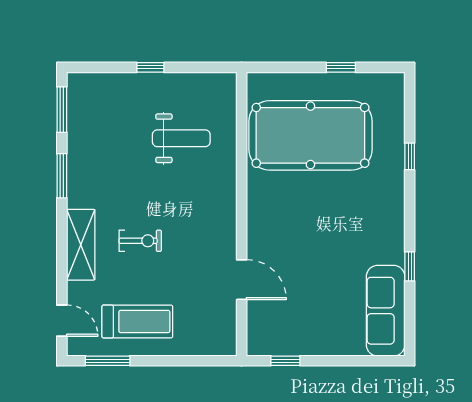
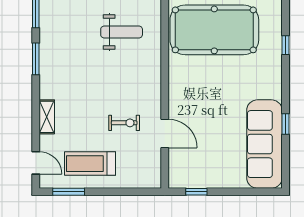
exercise bike: (140, 241) -> (124, 123), moved
shelving: (81, 245) -> (47, 117), width x0.67, depth x0.75
sofa: (386, 311) -> (264, 144), width x1.36, depth x1.27
treadmill: (137, 321) -> (90, 164), turned 180

